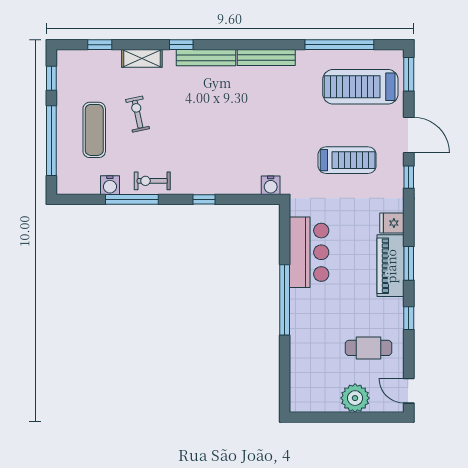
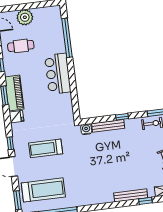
bench: (266, 57) -> (108, 126), moved
bar counter: (309, 252) -> (58, 74), moved
window: (285, 300) -> (67, 38), moved

